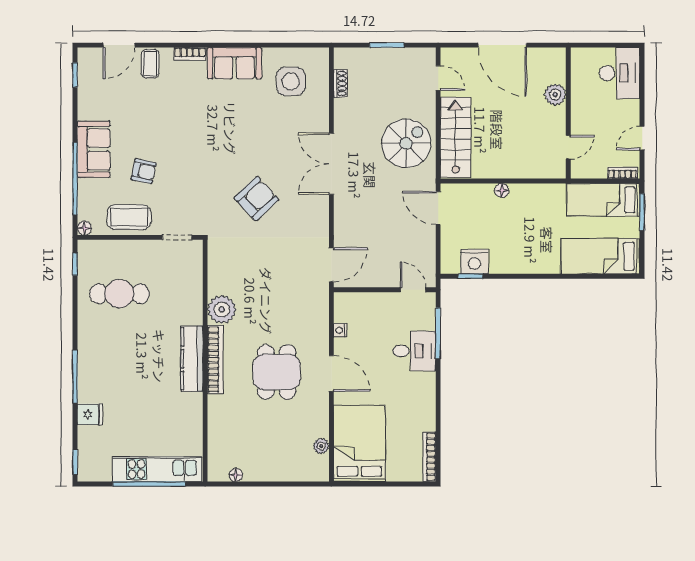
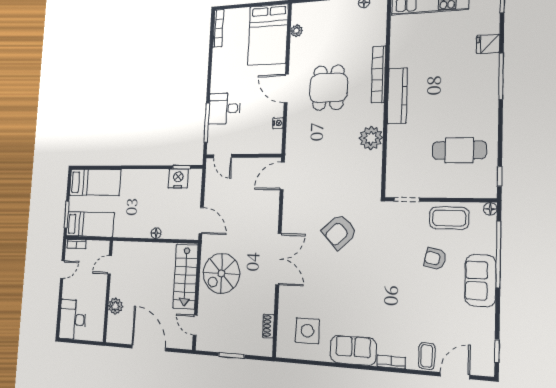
bookcase: (215, 360) -> (379, 74), moved

